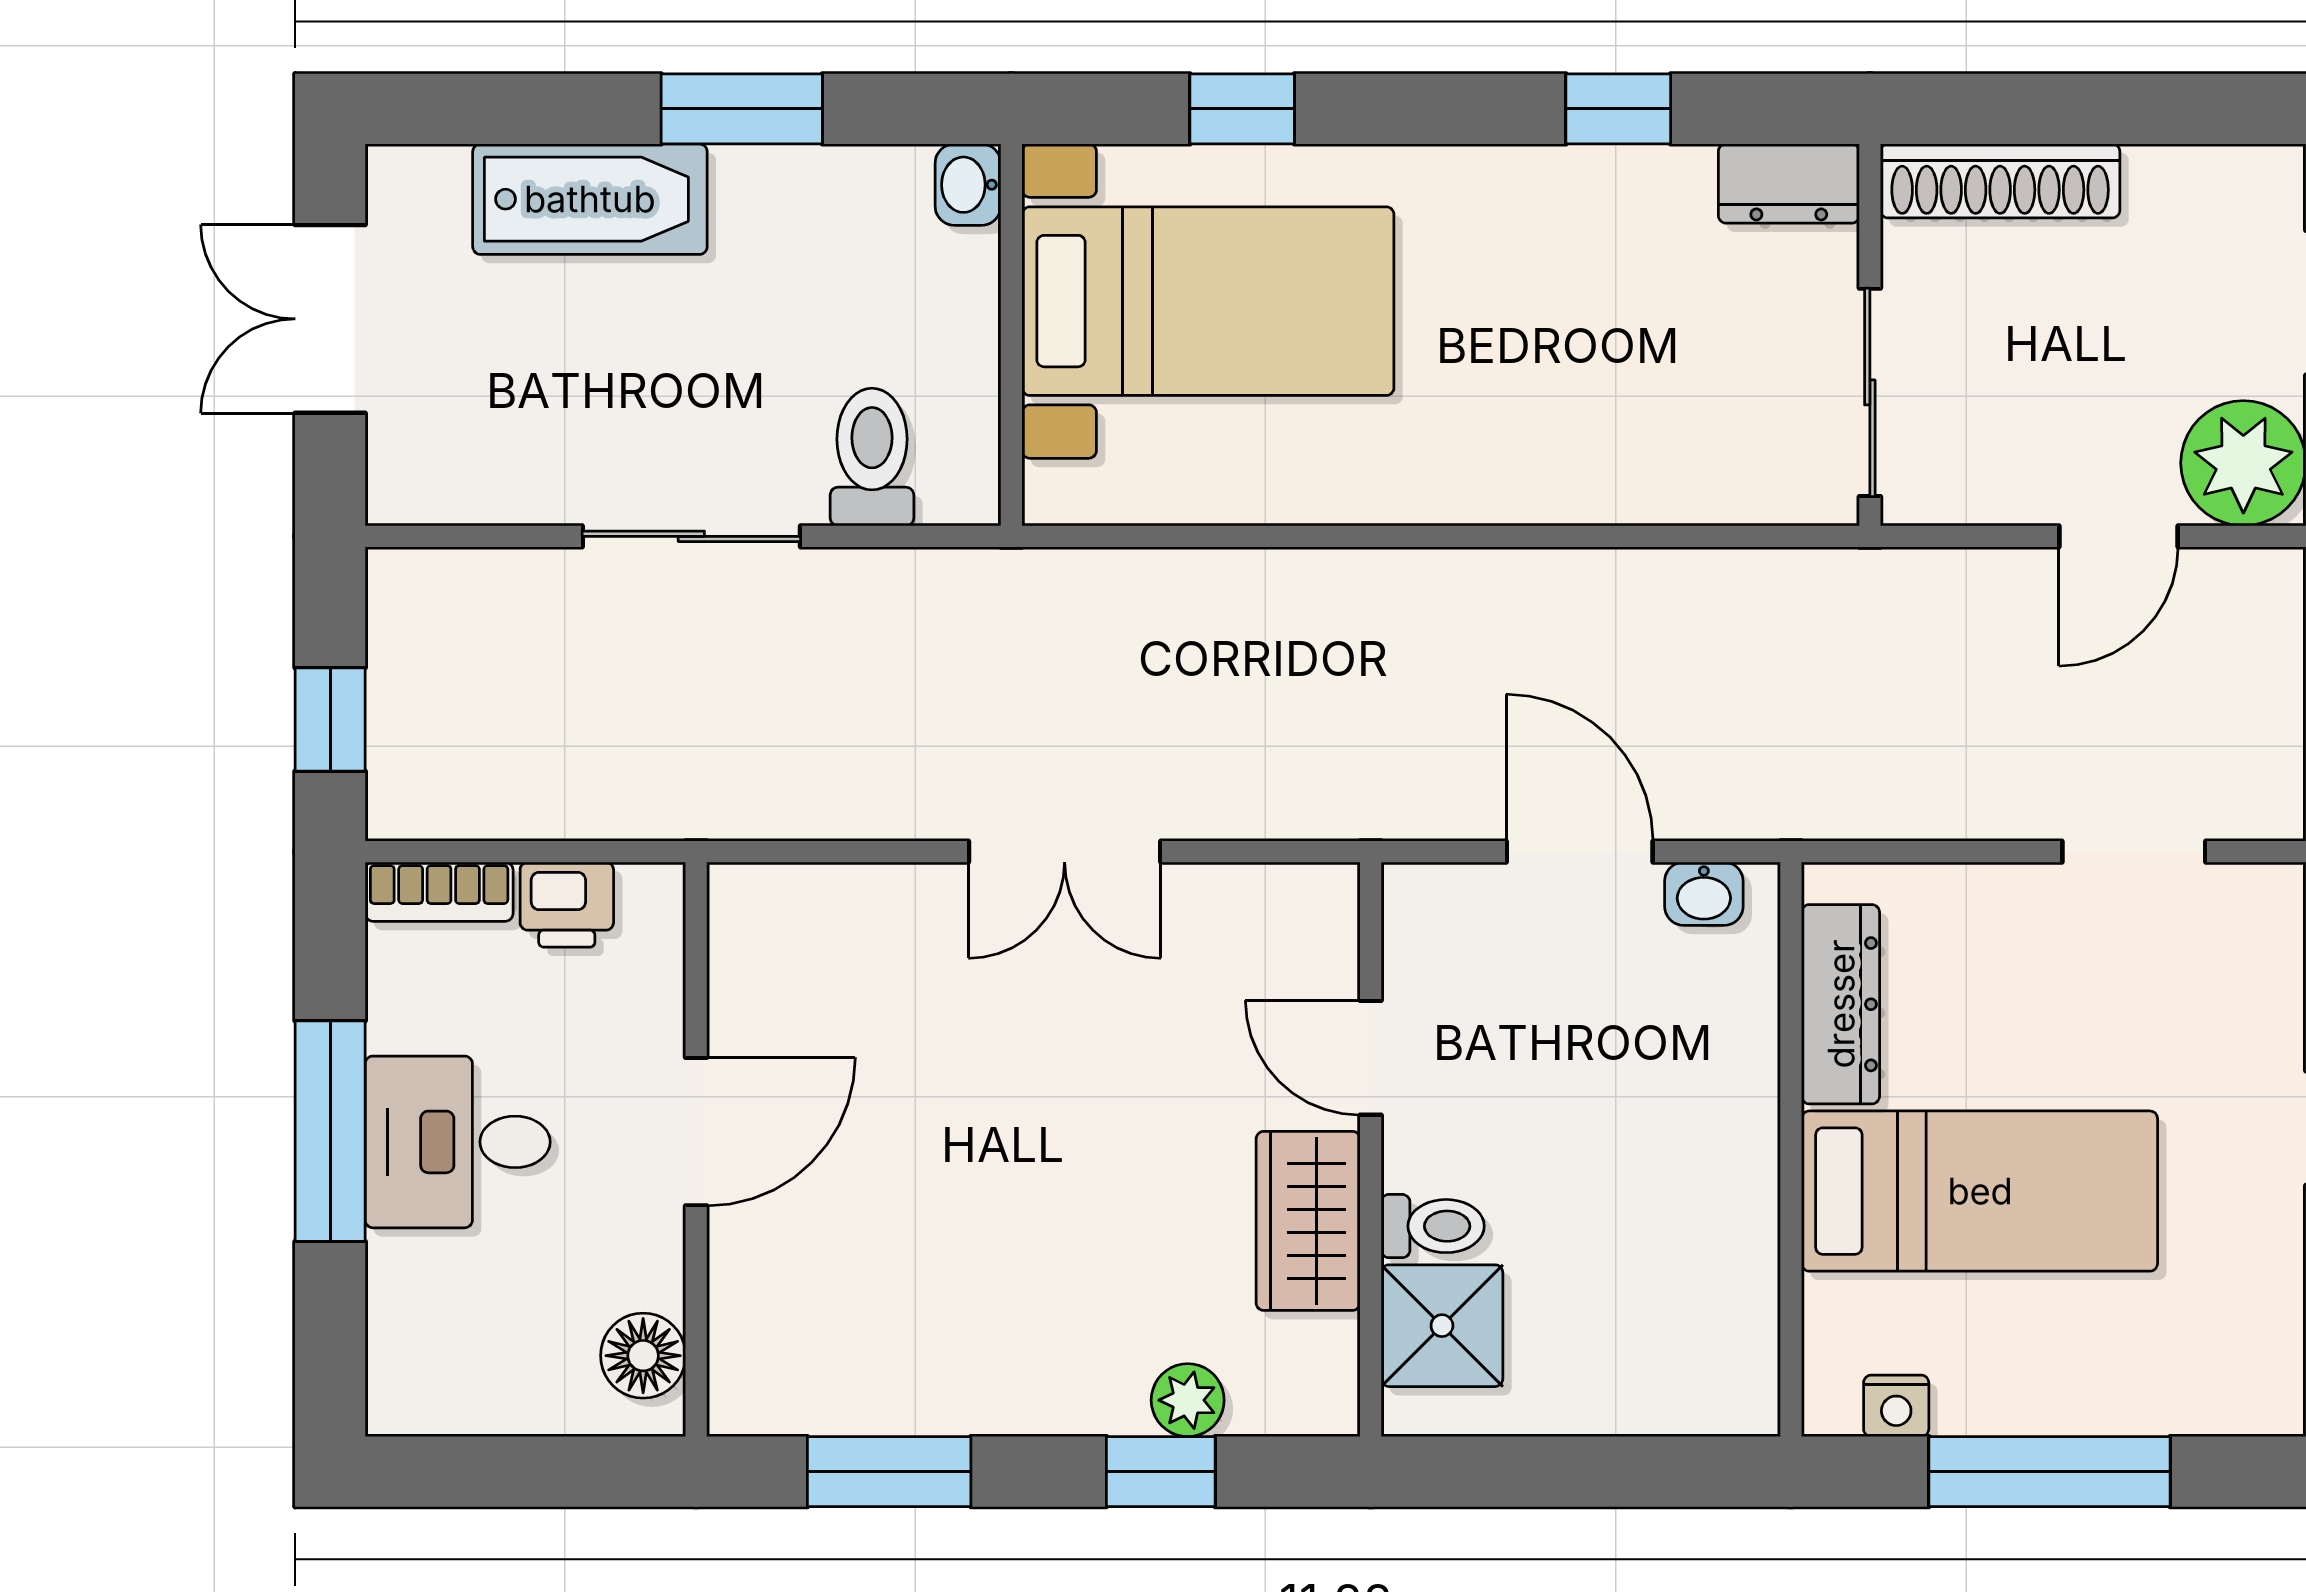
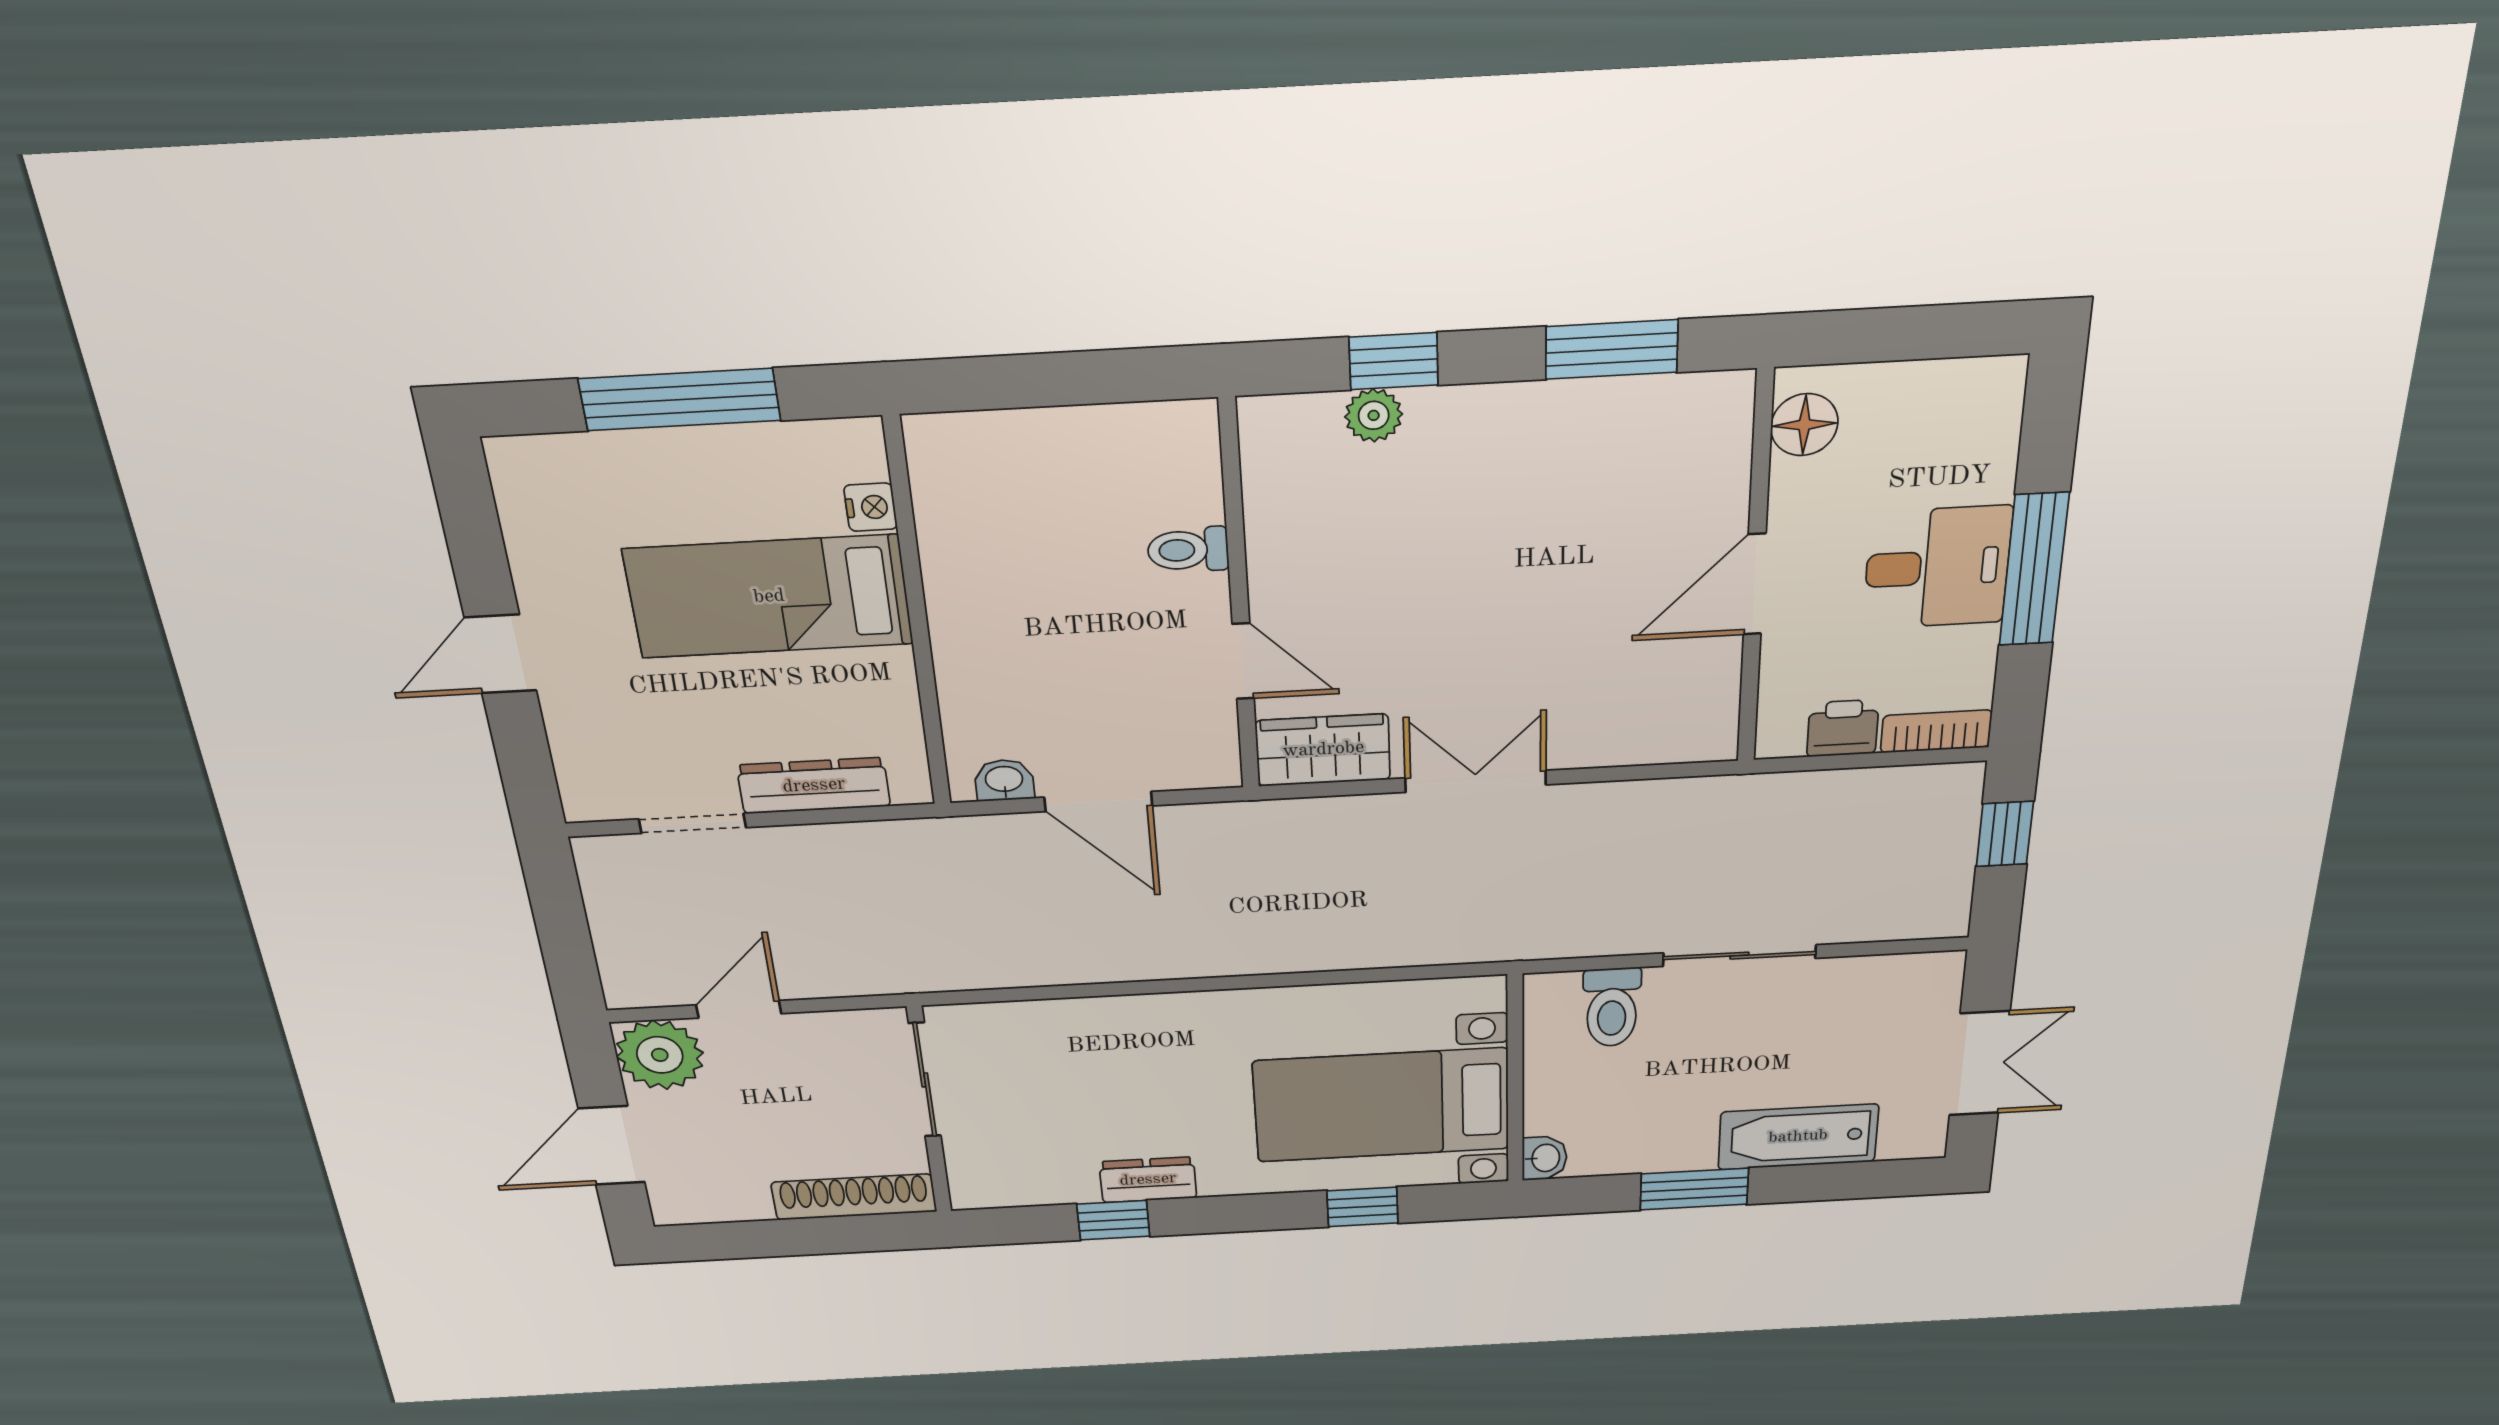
dresser: (1789, 184) -> (1148, 1180), moved
dresser: (1841, 1004) -> (814, 786), moved, turned 90
wardrobe: (1308, 1221) -> (1323, 750), moved, turned -90
shower: (1442, 1326) -> (1176, 480), removed
nightstand: (1896, 1406) -> (871, 507), moved, turned 90

